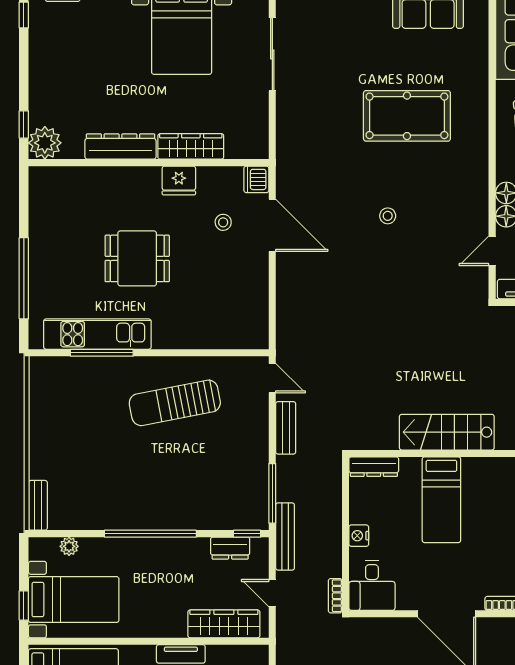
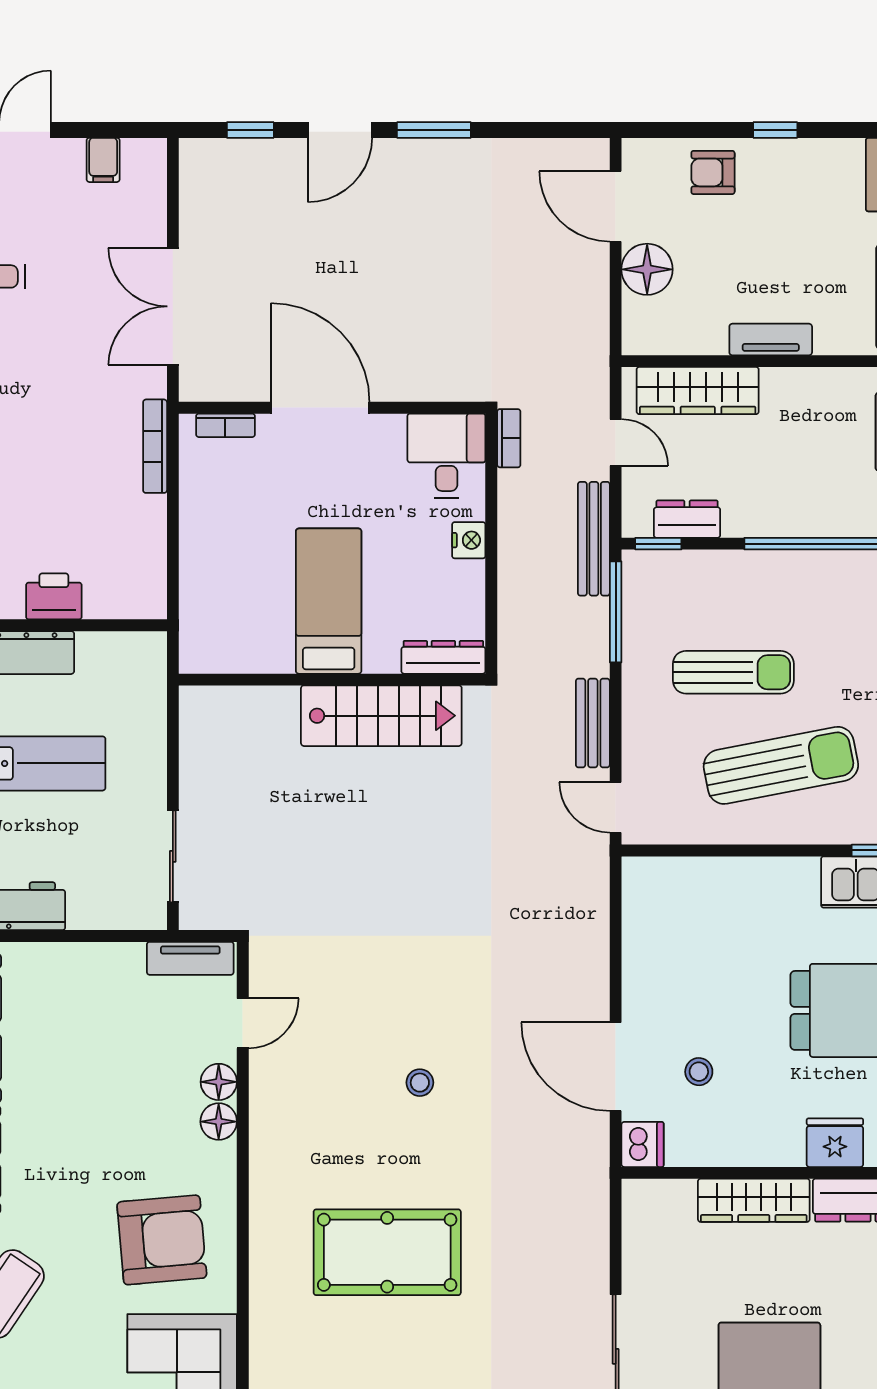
fridge: (179, 180) -> (835, 1143), moved
stairs: (447, 432) -> (381, 716), moved
sun lounger: (203, 458) -> (733, 672), added

